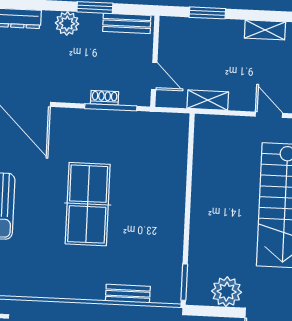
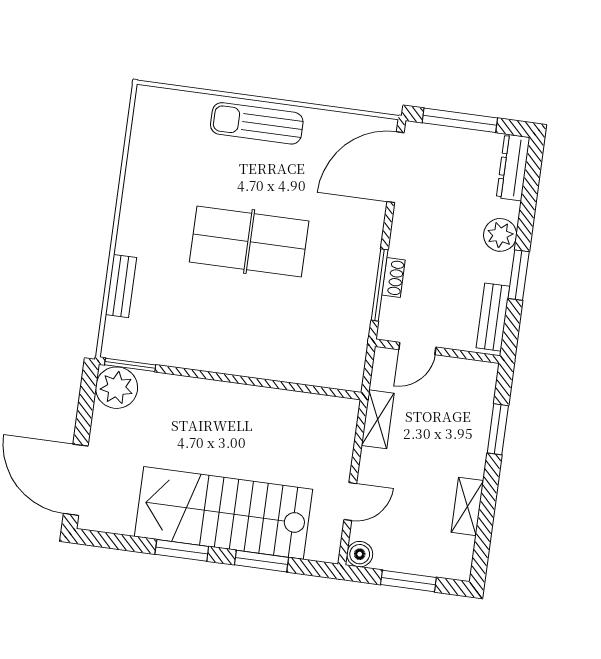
plant: (227, 292) -> (117, 388), moved

